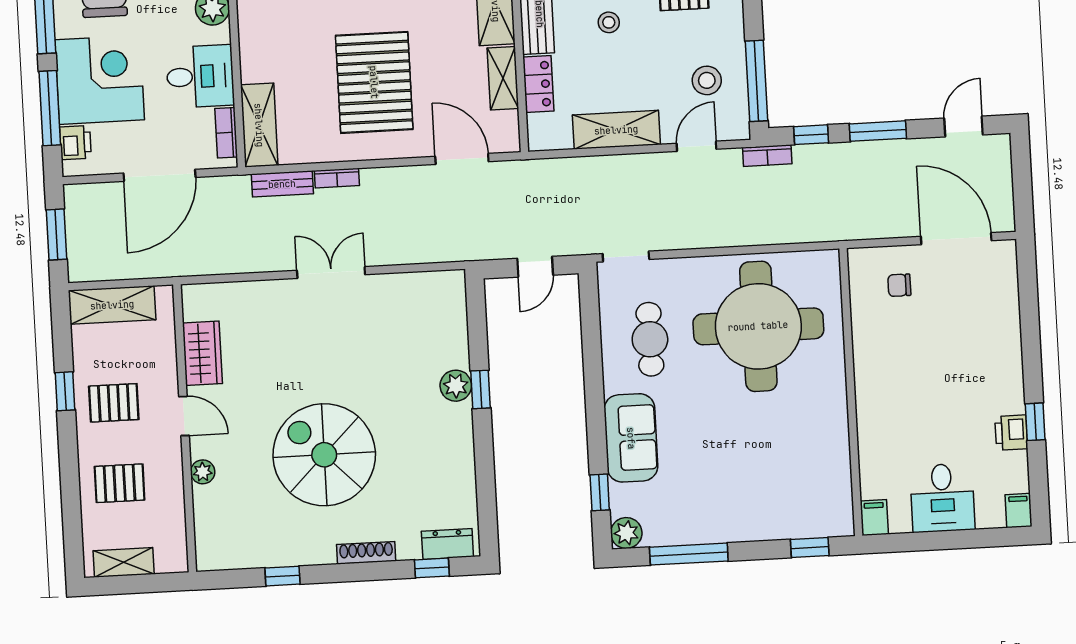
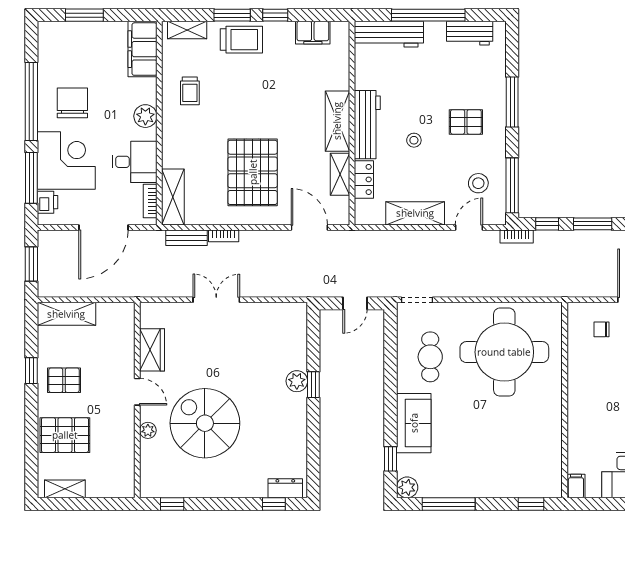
wardrobe: (202, 353) -> (152, 350), moved
door: (184, 416) -> (137, 392), moved
wall: (185, 428) -> (137, 400), moved
plant: (203, 472) -> (148, 430), moved
pallet: (120, 483) -> (65, 435), width x1.50, depth x1.42
shoe rack: (366, 553) -> (230, 491), removed

